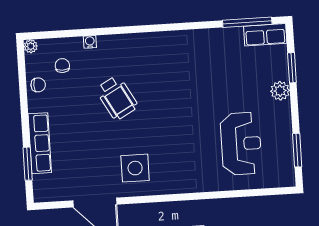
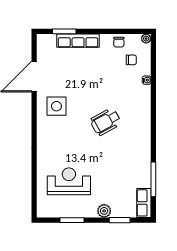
window: (247, 22) -> (153, 179), moved
wheelchair: (117, 98) -> (106, 122), moved
reception desk: (241, 144) -> (69, 181), turned 180
window: (297, 150) -> (72, 220), moved

